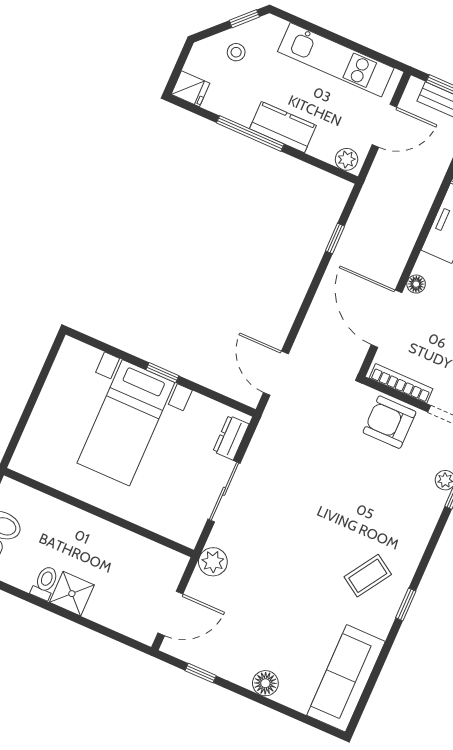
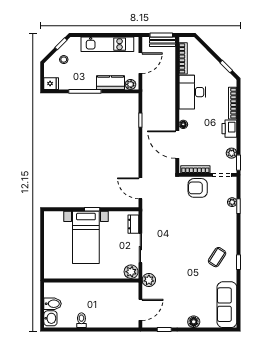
kitchen counter: (283, 127) -> (110, 83), moved
plant: (185, 530) -> (131, 272), added
shower: (72, 594) -> (95, 320), removed

